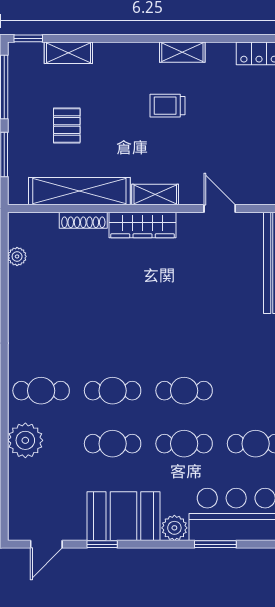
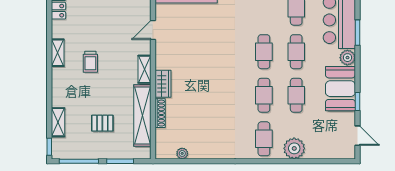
wardrobe: (143, 225) -> (163, 84), width x0.67

